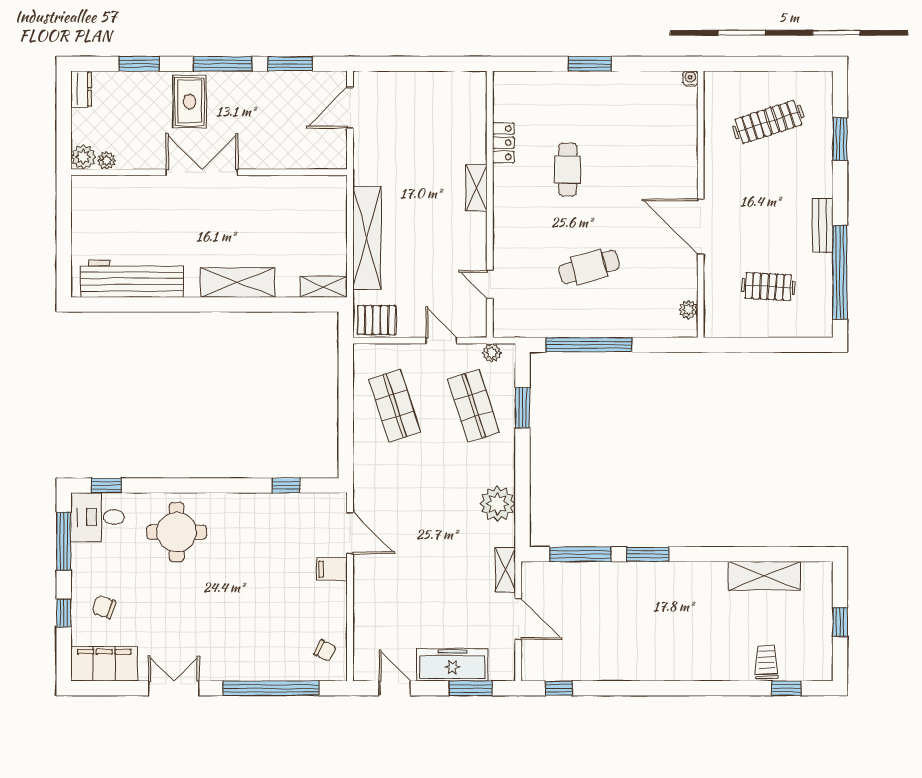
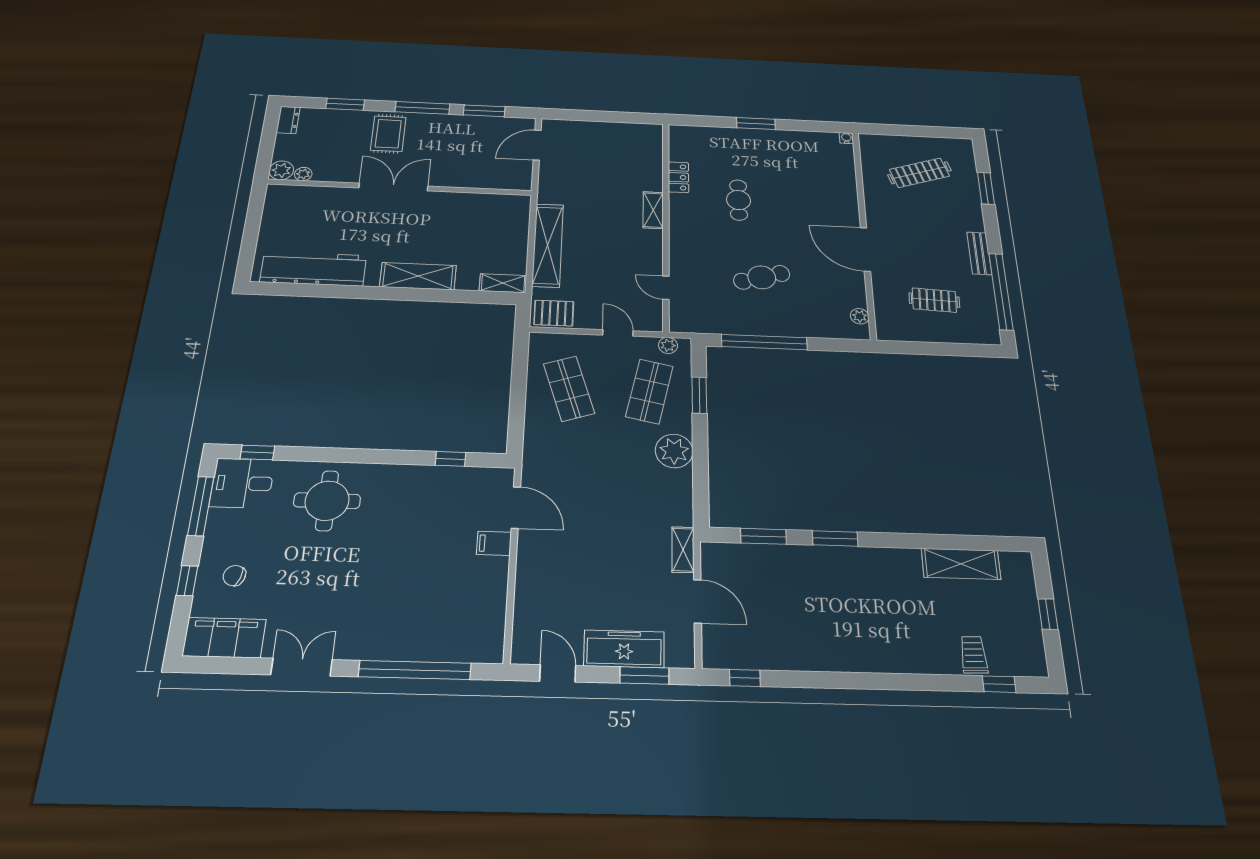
shop shelf: (473, 406) -> (649, 391), turned 30
plant: (497, 504) -> (674, 451), moved
window: (580, 554) -> (763, 536), width x0.69
chair: (325, 651) -> (480, 629), removed

